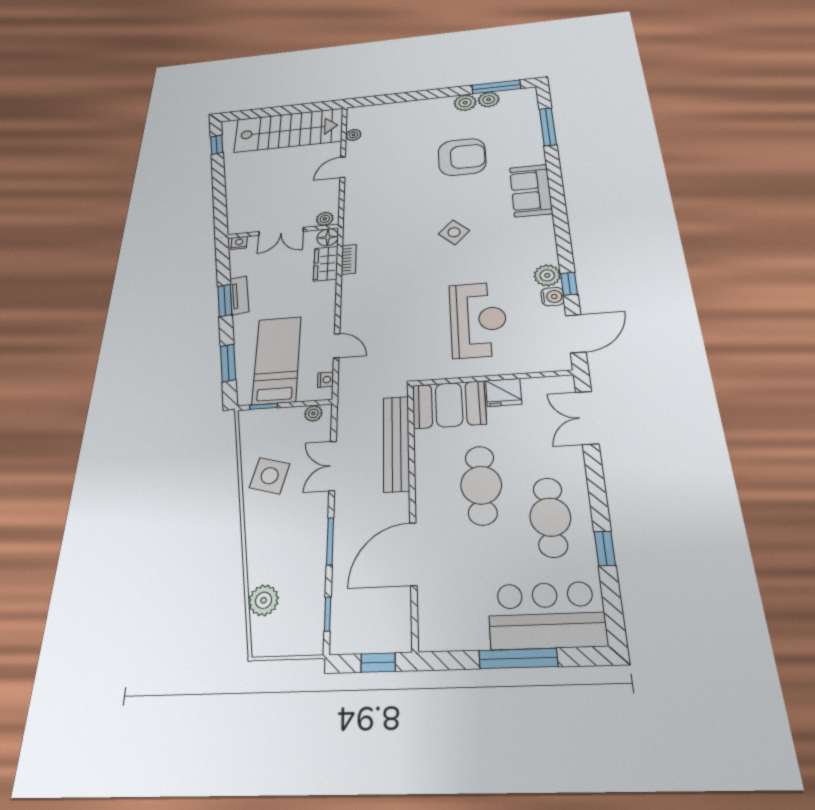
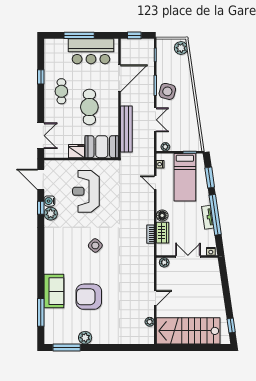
plant: (489, 100) -> (72, 338), removed
sofa: (531, 191) -> (54, 291), moved
floor lamp: (328, 237) -> (162, 215), moved
window: (225, 300) -> (215, 215), width x2.11
door: (576, 334) -> (41, 179), hinge flipped
side table: (270, 476) -> (167, 91), moved
cafe table: (550, 517) -> (61, 91), width x0.73, depth x0.74
plant: (264, 600) -> (181, 48), moved
bar counter: (546, 615) -> (91, 51), moved

